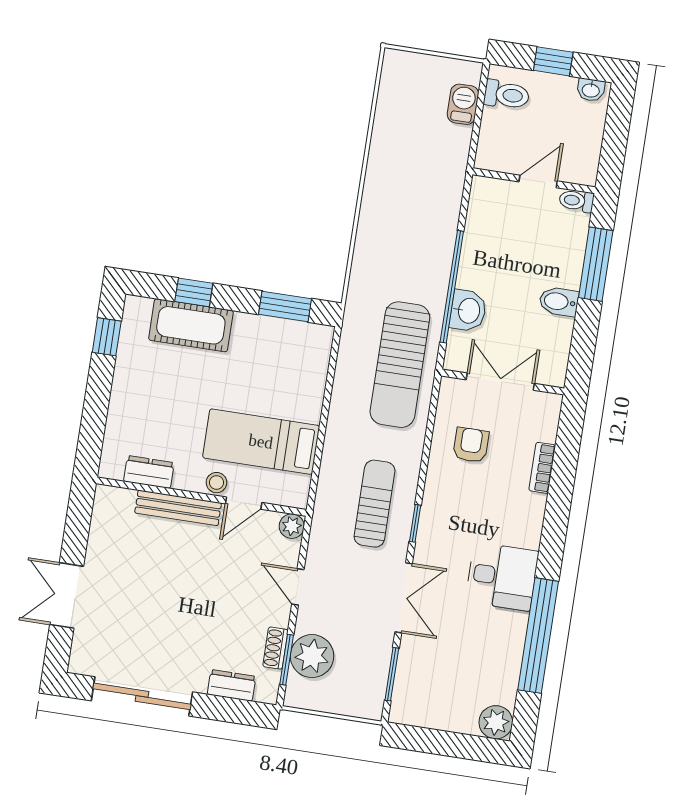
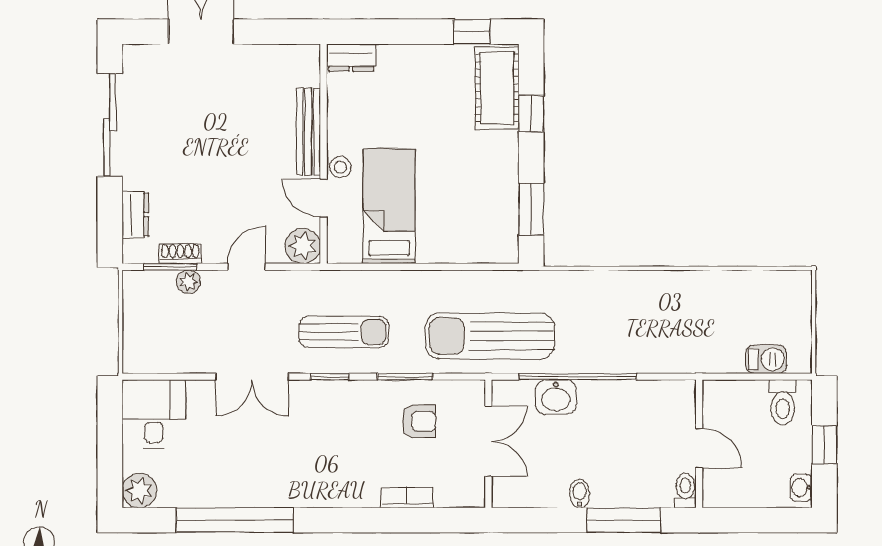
bidet: (559, 302) -> (580, 494), width x0.72, depth x0.74
cot: (191, 325) -> (497, 88), moved
dresser: (149, 472) -> (351, 58), moved, turned 90
plant: (292, 526) -> (303, 246), width x1.38, depth x1.38
desk: (502, 576) -> (154, 414), moved, turned 180
plant: (312, 656) -> (188, 282), width x0.53, depth x0.53
window: (392, 674) -> (405, 377), moved

